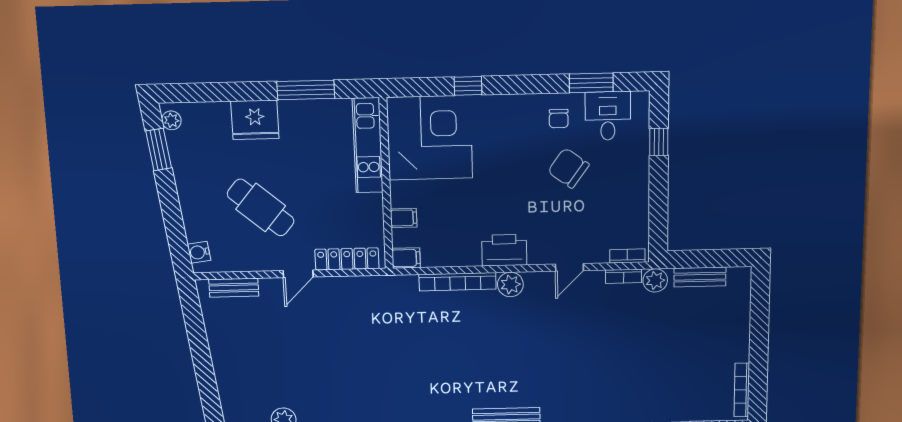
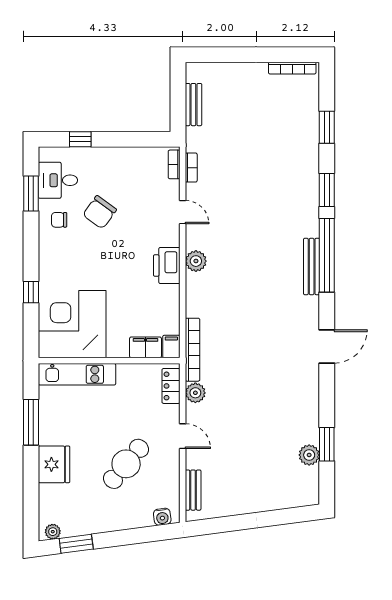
chair: (559, 119) -> (59, 220), turned 180
filing cabinet: (404, 218) -> (145, 347), width x2.00
locker: (347, 259) -> (171, 386), width x0.66
plant: (655, 280) -> (195, 393), moved
bookcase: (458, 282) -> (193, 350), moved

